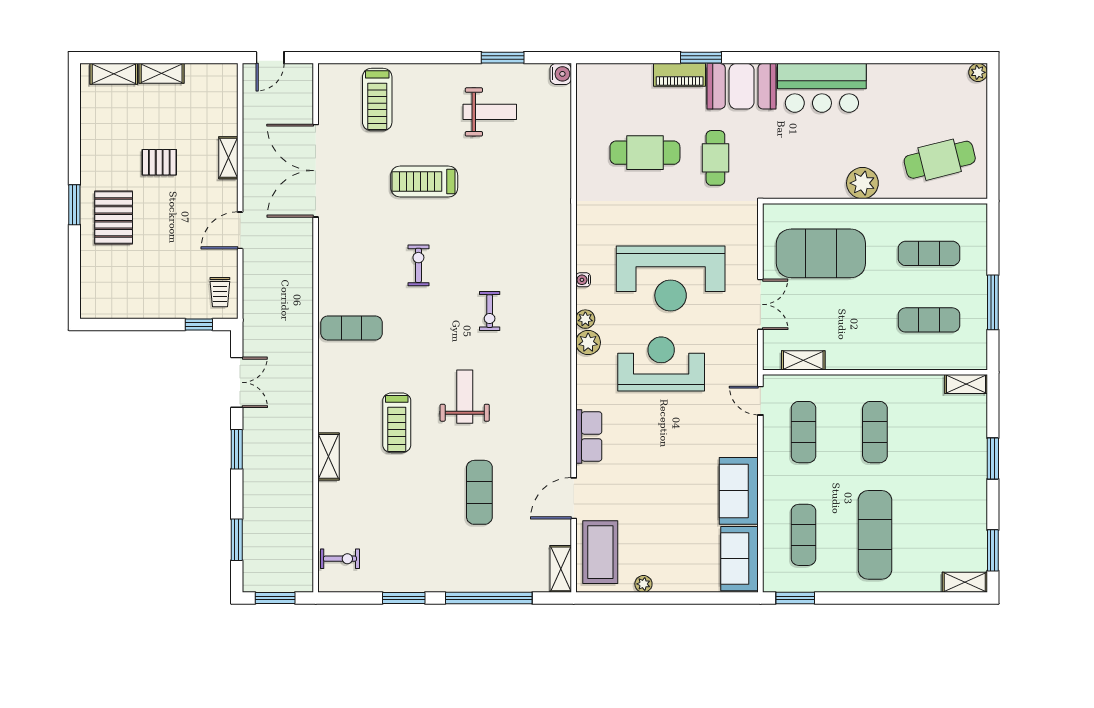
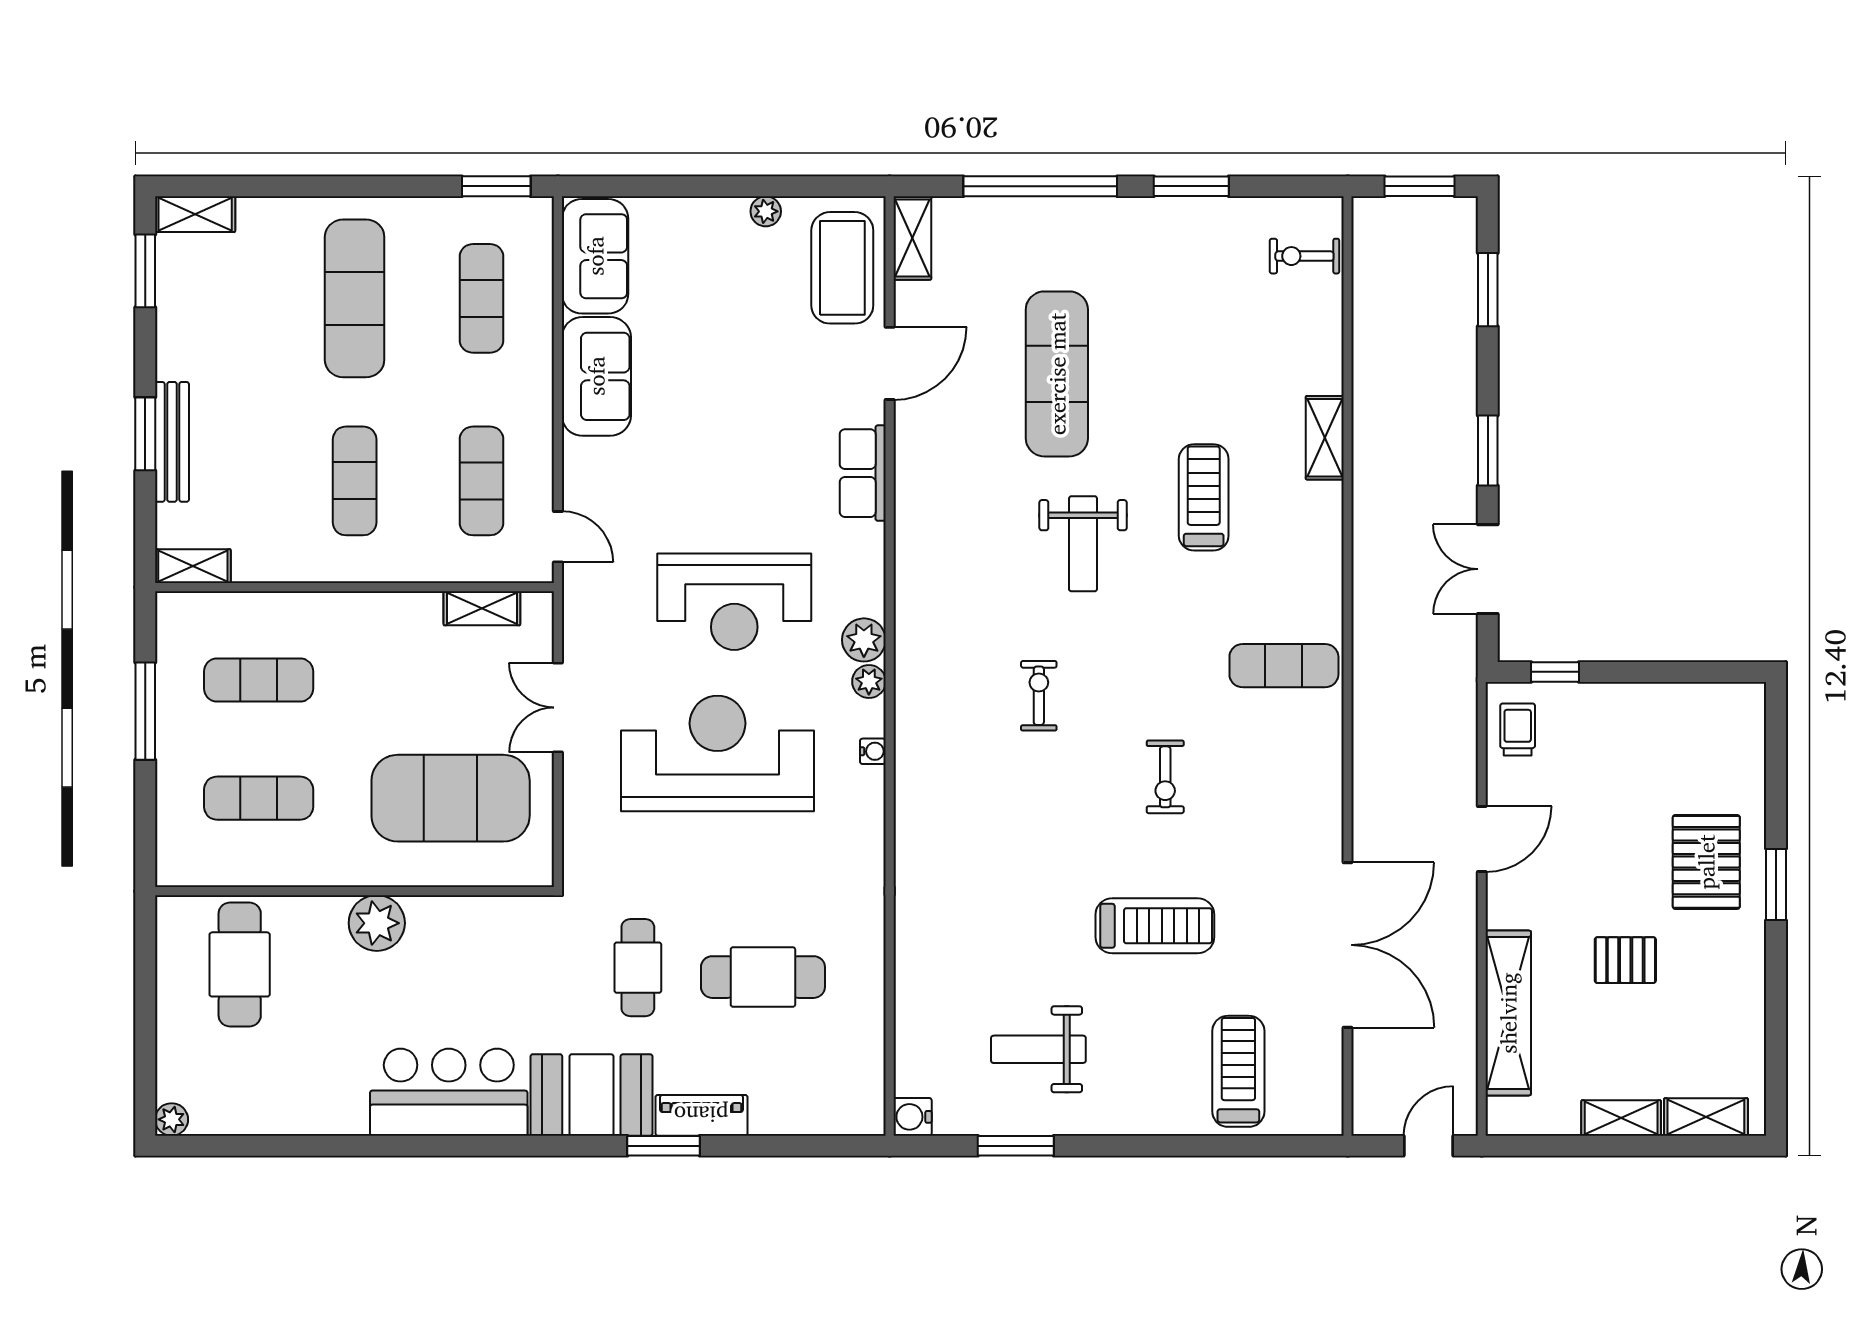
shelving: (228, 158) -> (1508, 1013), width x2.20, depth x1.33
cafe table: (940, 160) -> (240, 964), turned -76
bench: (978, 454) -> (172, 442), added
exercise mat: (479, 492) -> (1057, 374), width x1.36, depth x1.45

